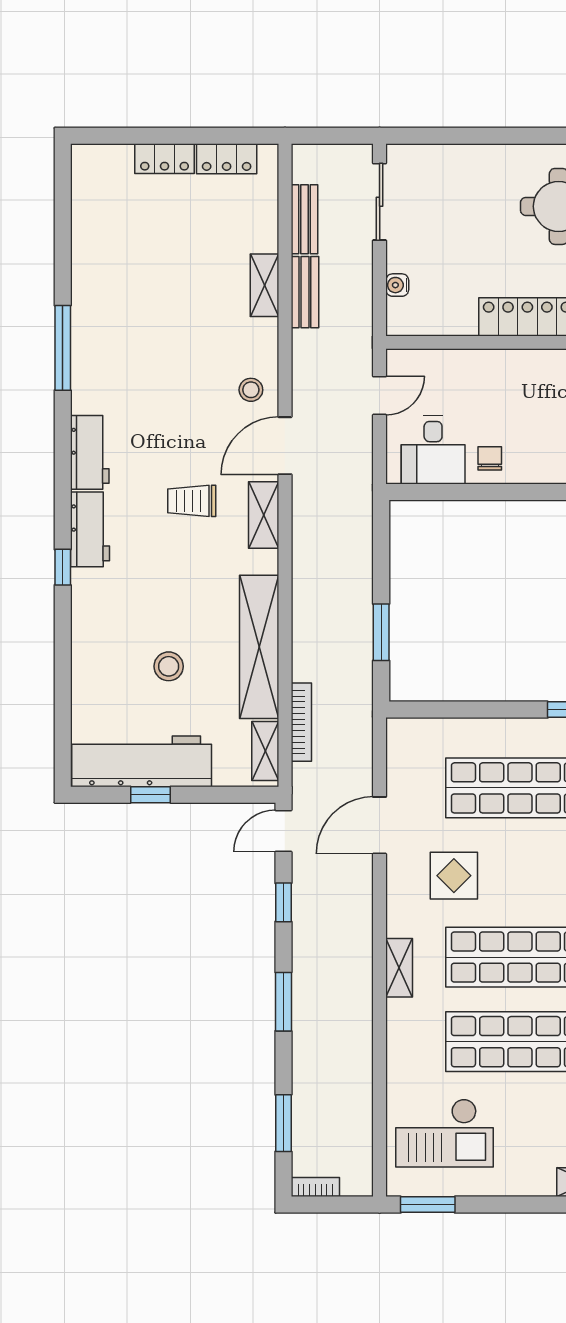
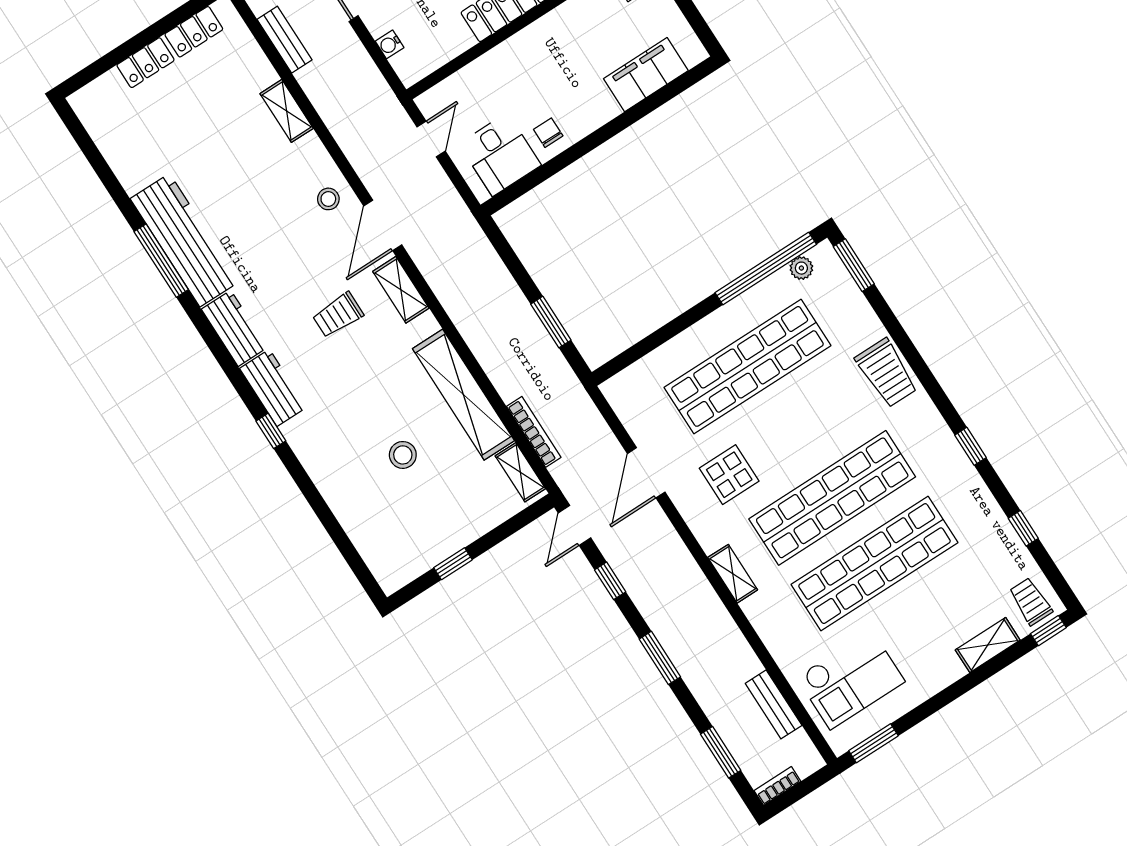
bench: (305, 292) -> (774, 704), moved
workbench: (142, 761) -> (185, 240), moved, turned 90

